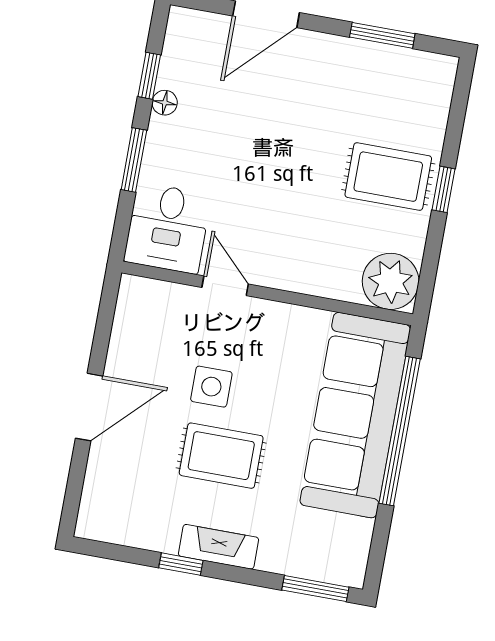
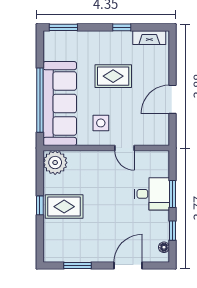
floor lamp: (165, 103) -> (164, 247), moved
desk: (168, 228) -> (152, 194), moved, turned 90
side table: (211, 387) -> (101, 123), moved
door: (89, 407) -> (173, 99), moved
fireplace: (219, 547) -> (149, 38), moved

